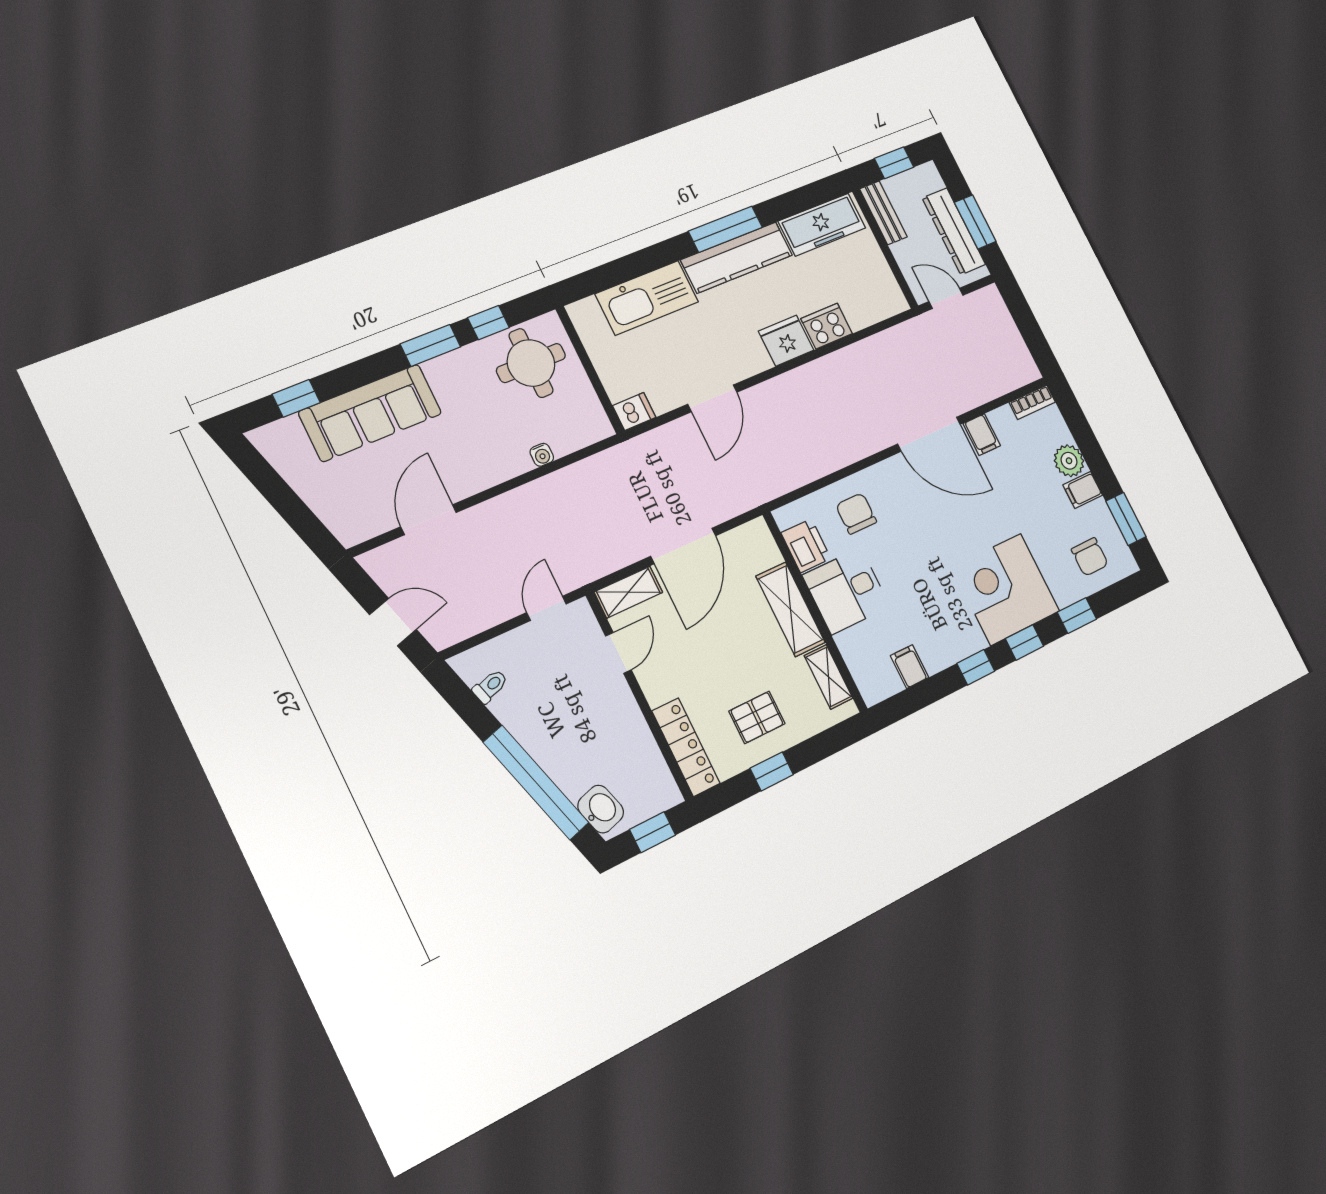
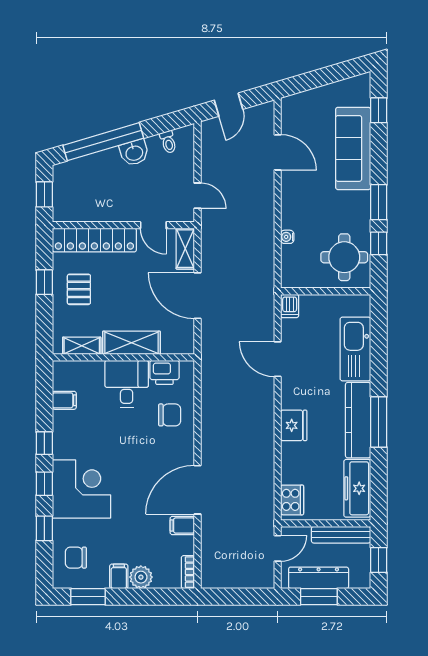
bench: (883, 213) -> (341, 535), width x1.36
cooker: (827, 326) -> (292, 500), moved
locker: (686, 747) -> (94, 240), width x1.41, depth x1.21
washbasin: (601, 809) -> (134, 153), moved

